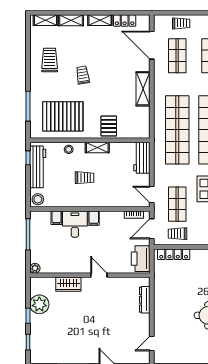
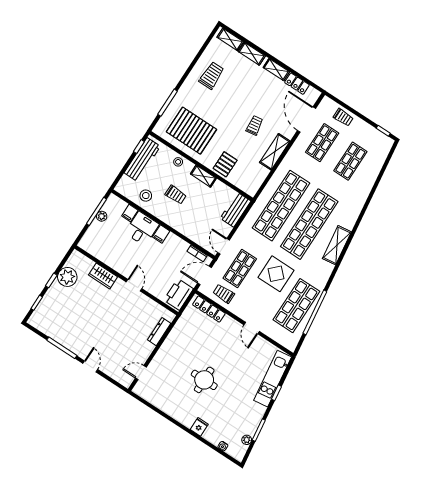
trolley: (83, 75) -> (255, 125), moved
stool: (38, 199) -> (146, 196), moved
plant: (35, 268) -> (102, 216), moved

